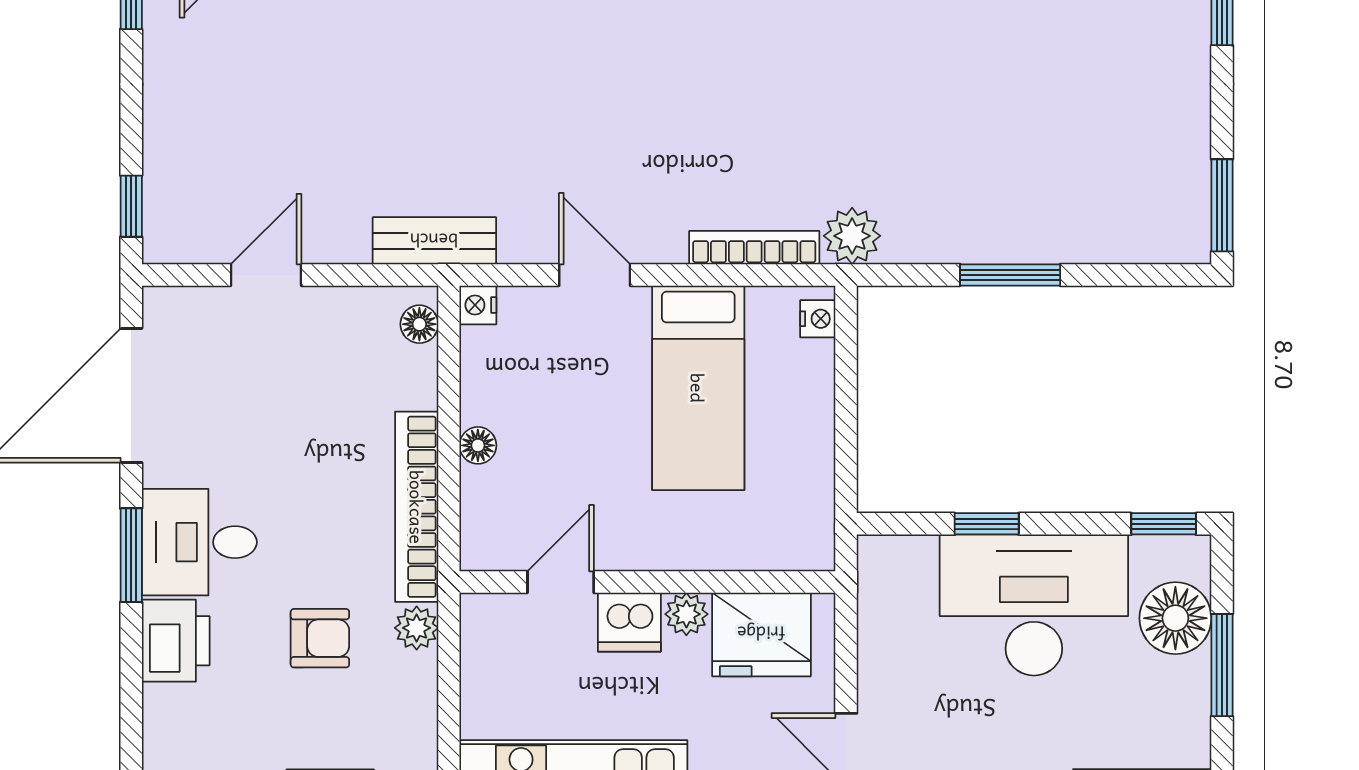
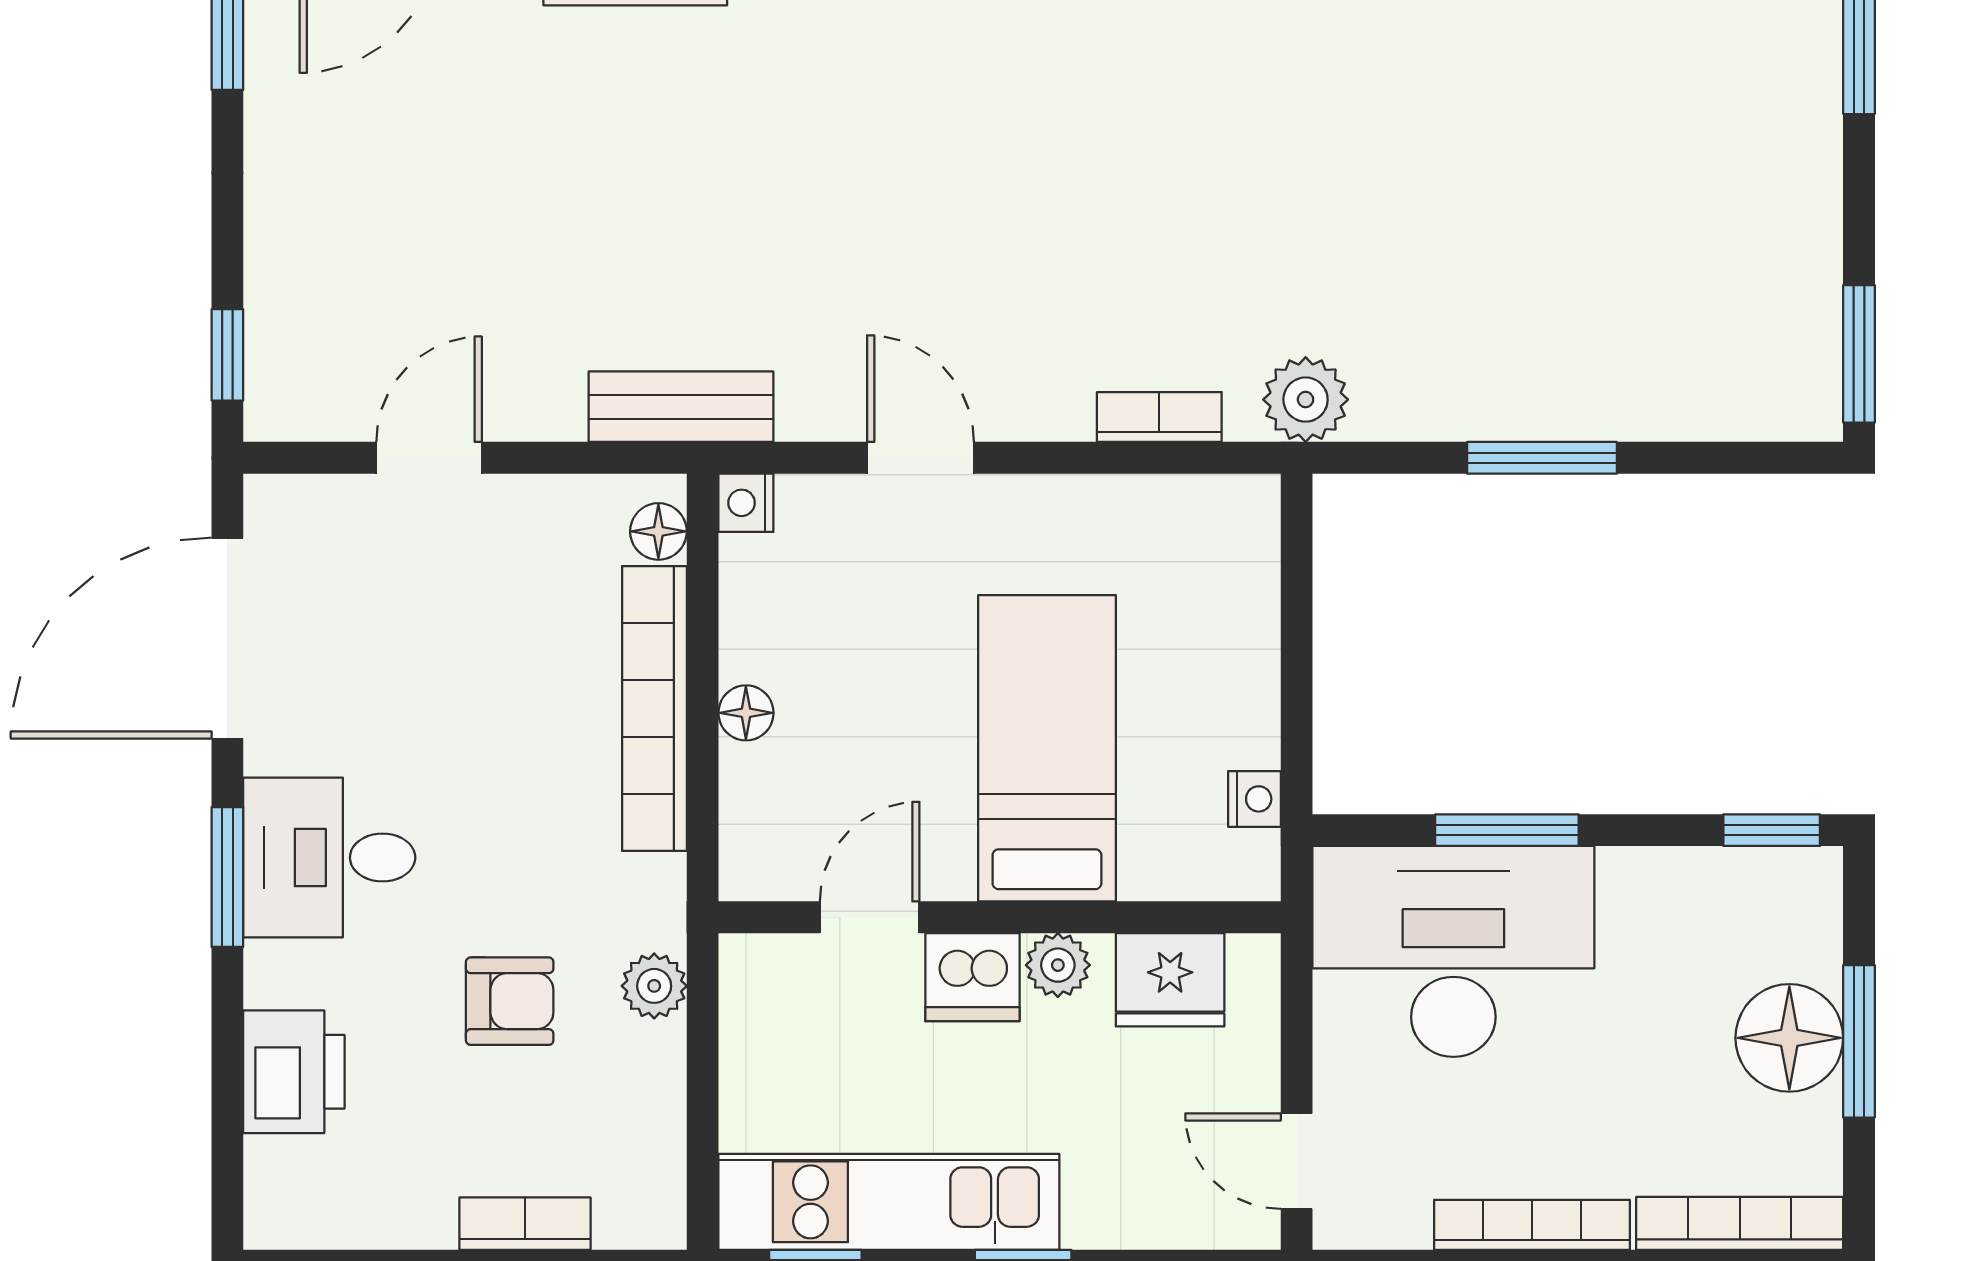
bookcase: (754, 248) -> (1159, 417), width x0.64
nightstand: (818, 319) -> (1254, 799), moved
bed: (698, 388) -> (1047, 748), moved, turned 180
bookcase: (417, 507) -> (654, 709), moved
window: (987, 524) -> (1507, 830), width x1.50
desk: (1034, 605) -> (1453, 951), moved
floor lamp: (1175, 618) -> (1789, 1038), moved
fridge: (761, 634) -> (1170, 980), width x0.73, depth x0.75
printer: (176, 641) -> (294, 1072), moved

